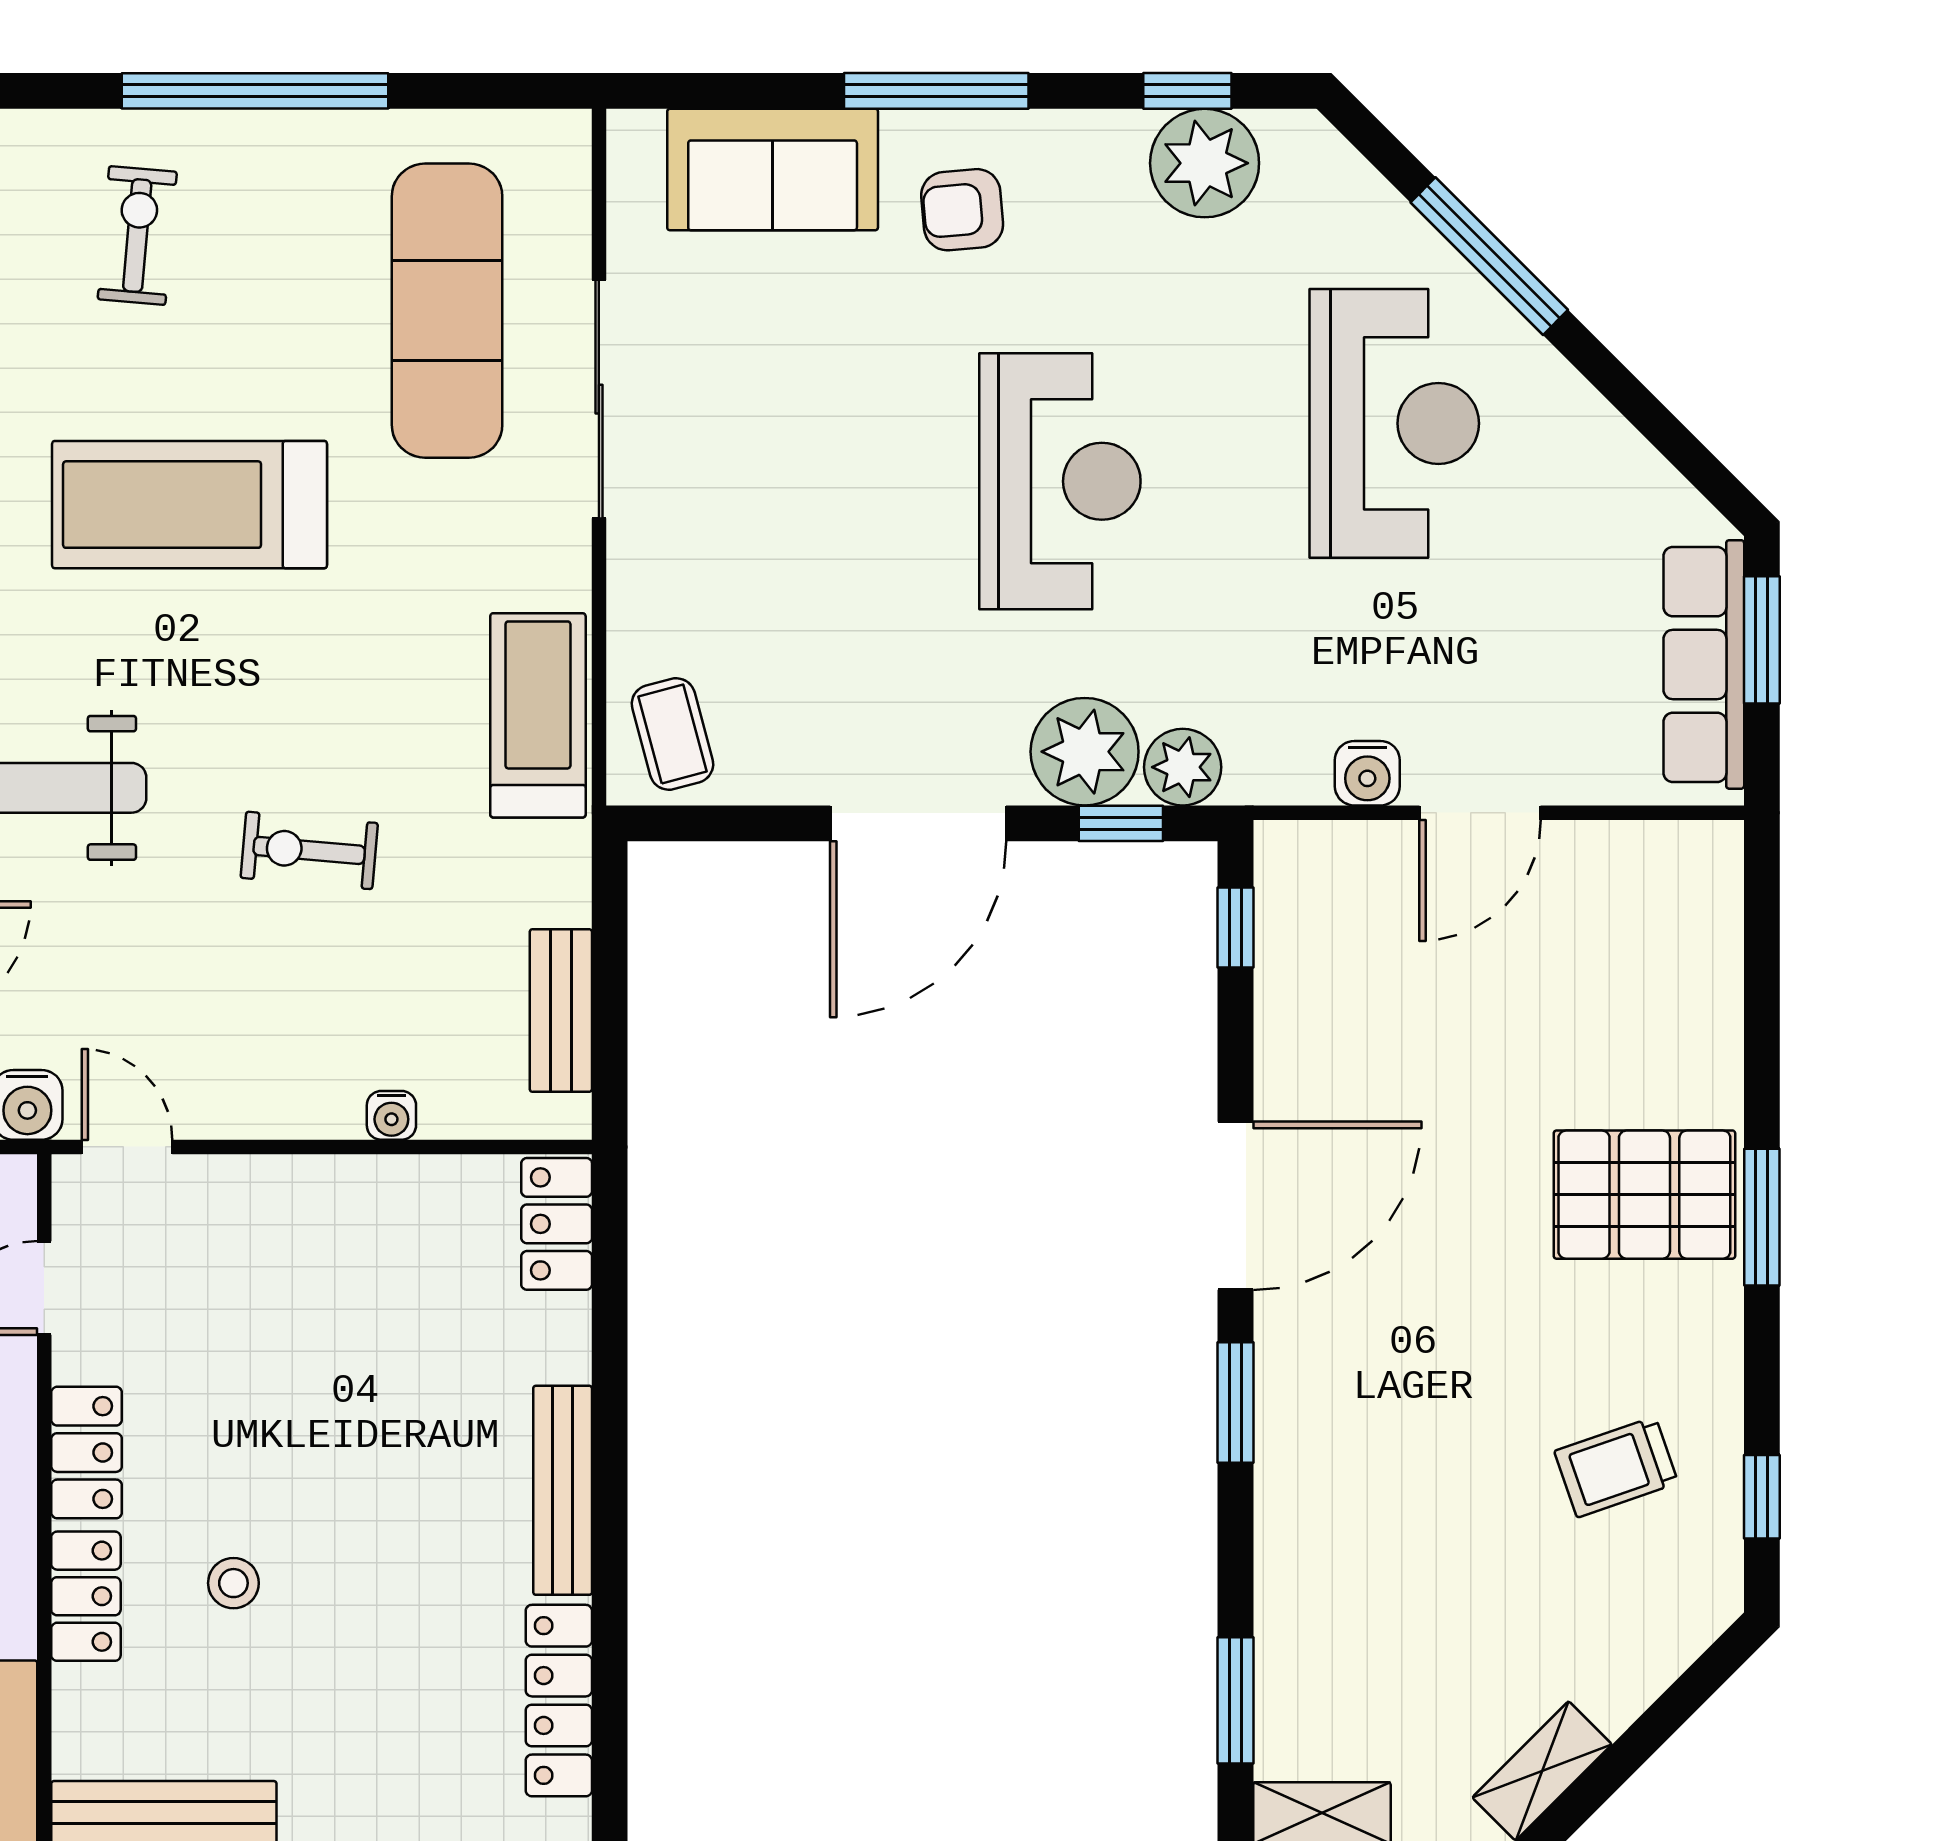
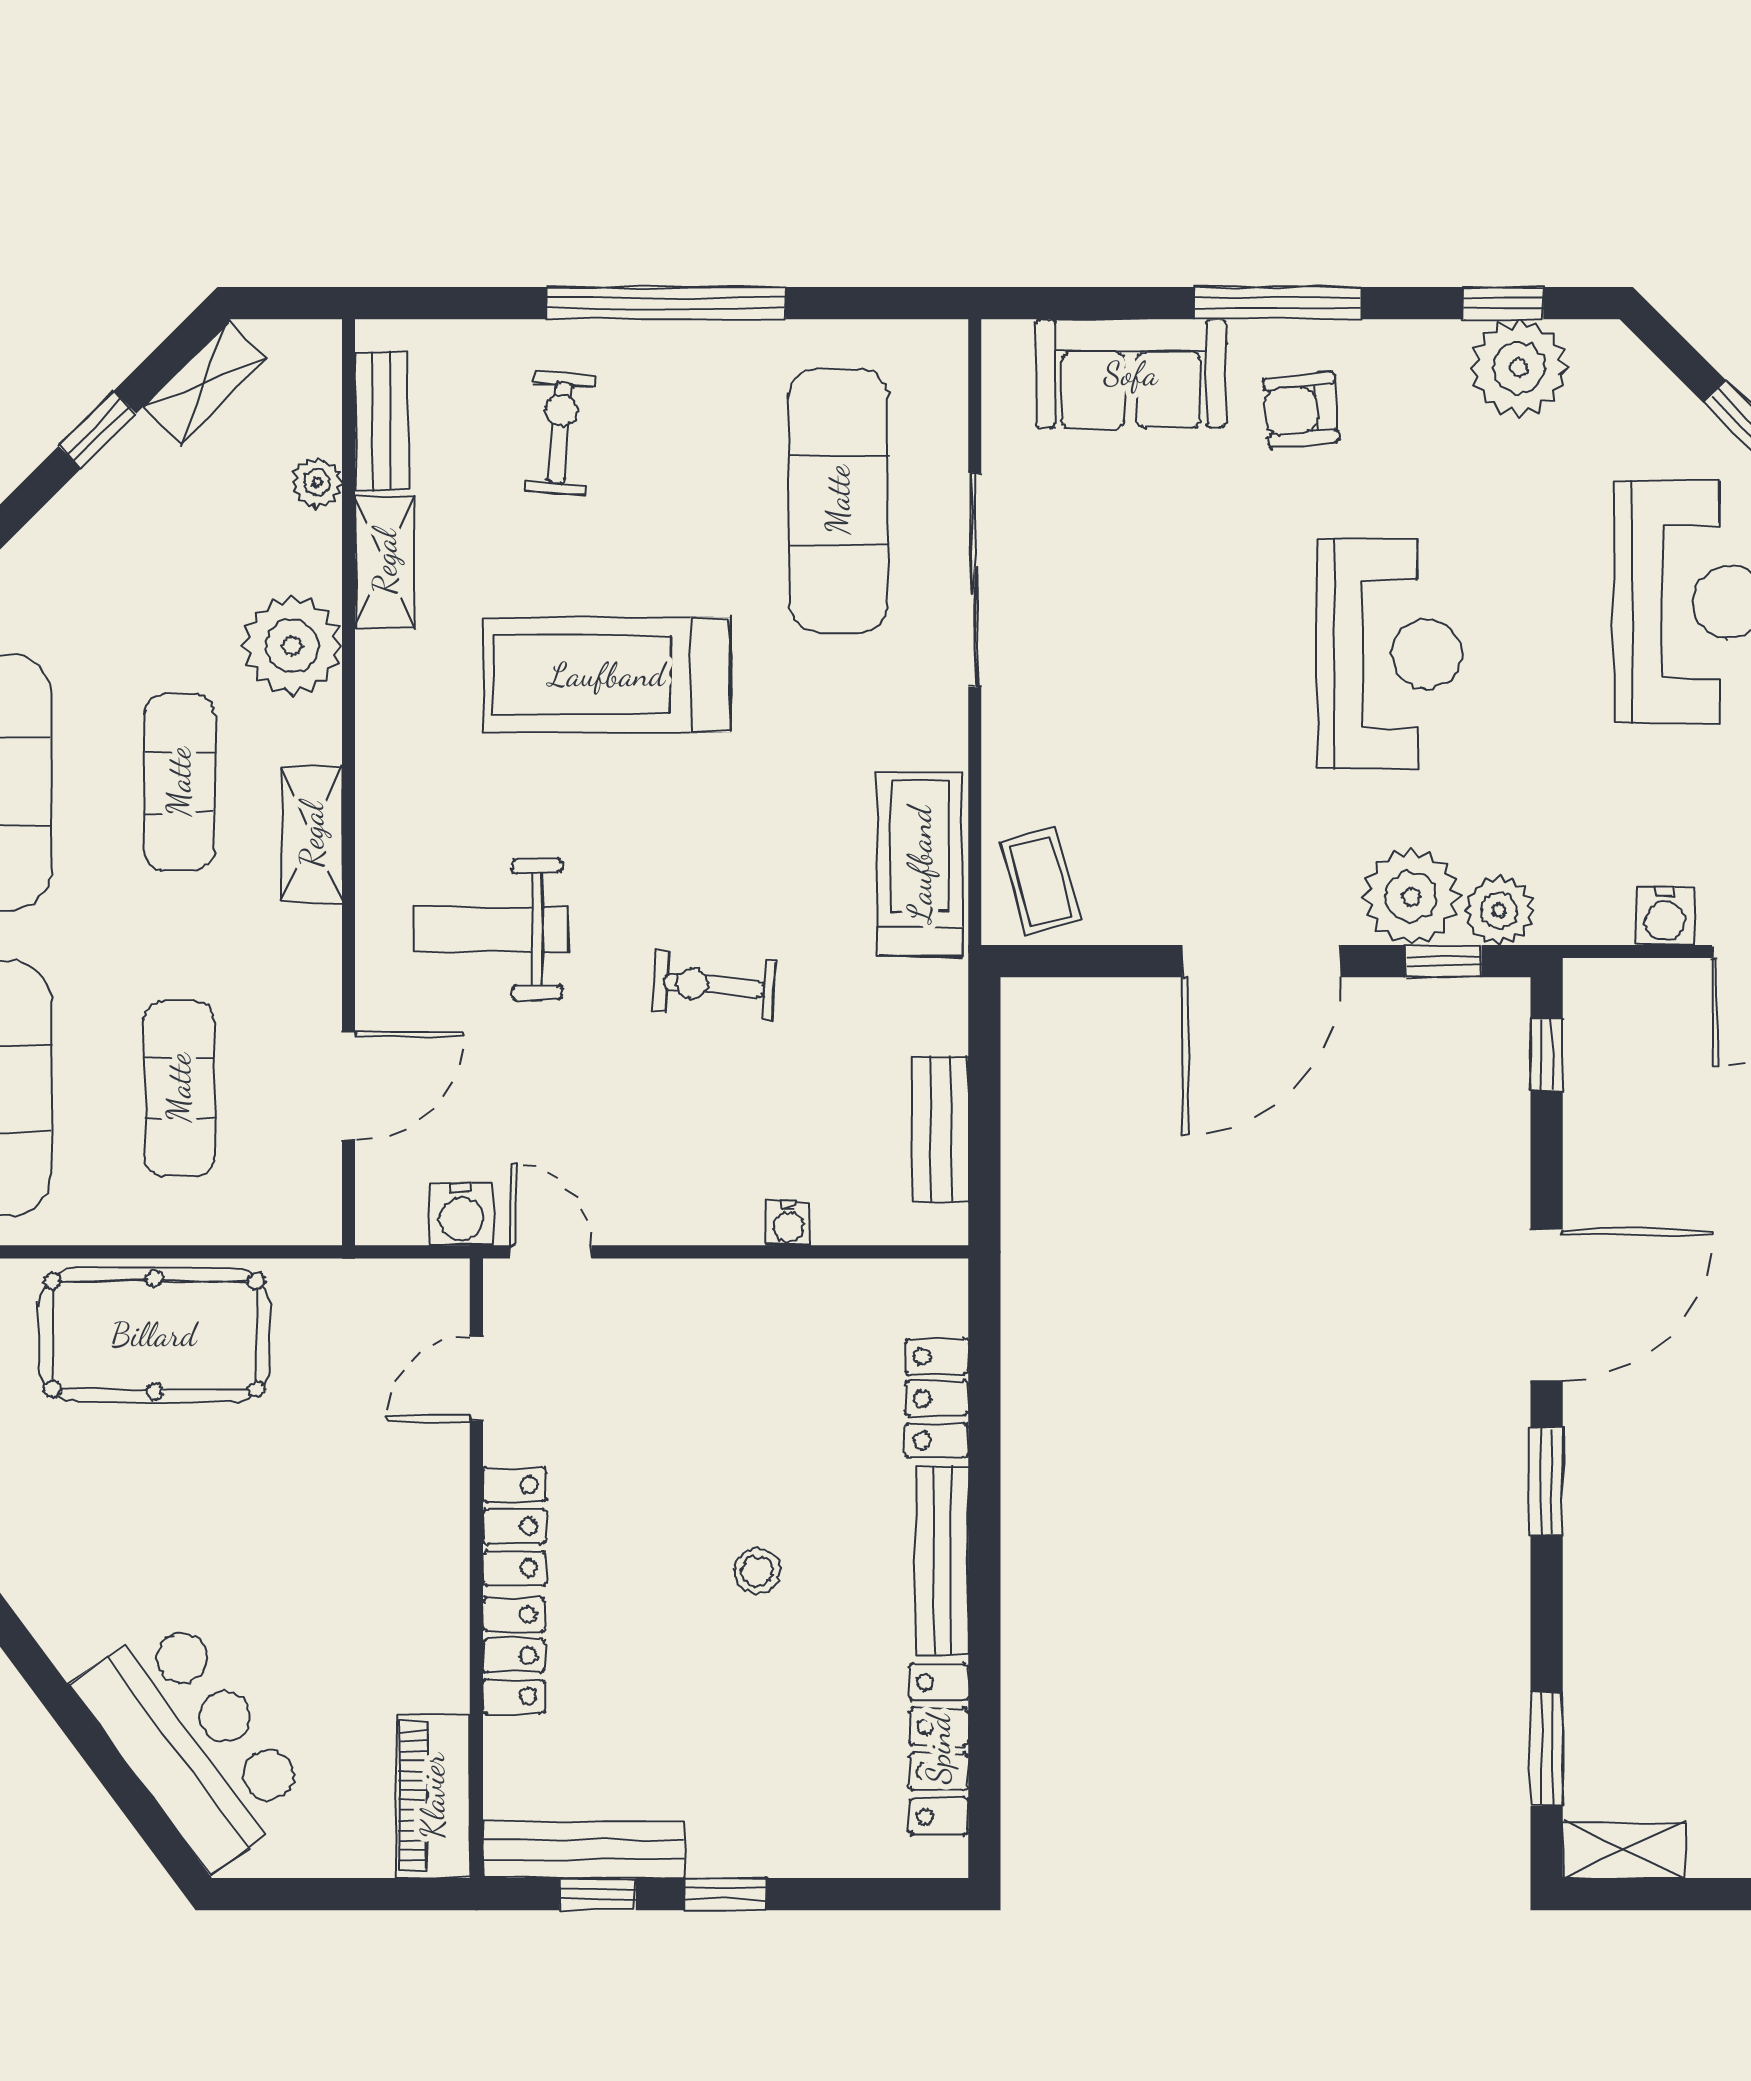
locker: (557, 1224) -> (937, 1398), moved
stool: (233, 1583) -> (757, 1571), moved

